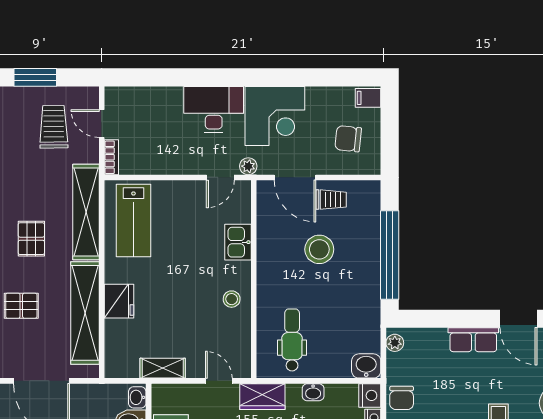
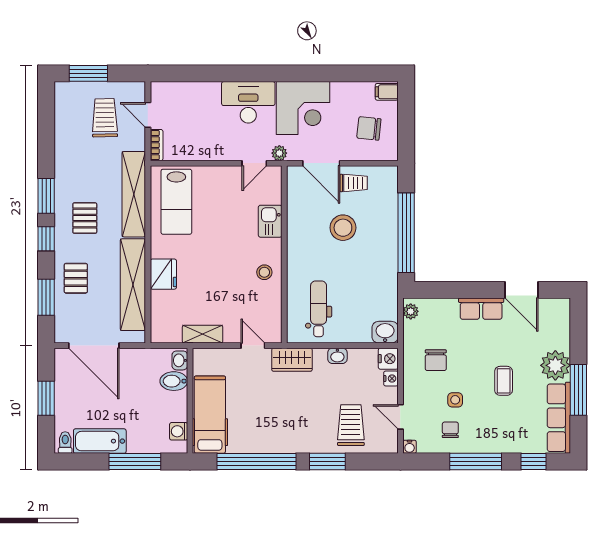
pallet: (21, 306) -> (76, 278), turned 90
chair: (402, 398) -> (436, 360), moved

